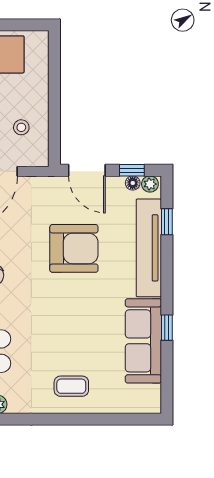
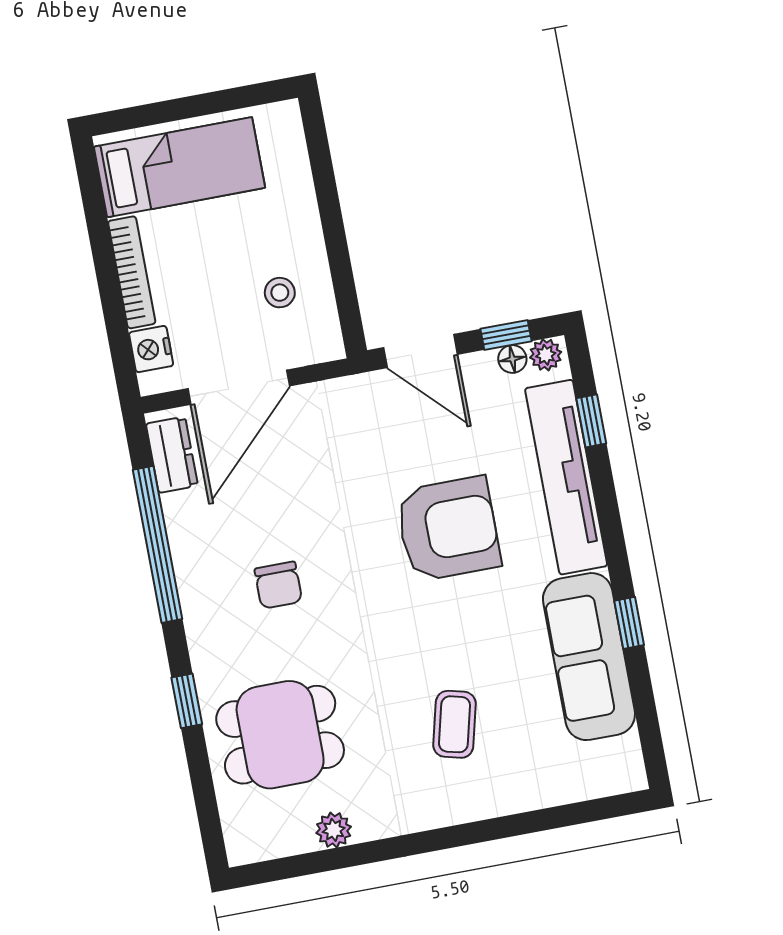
armchair: (74, 248) -> (448, 529), moved
coffee table: (71, 386) -> (454, 724), moved, turned -76

